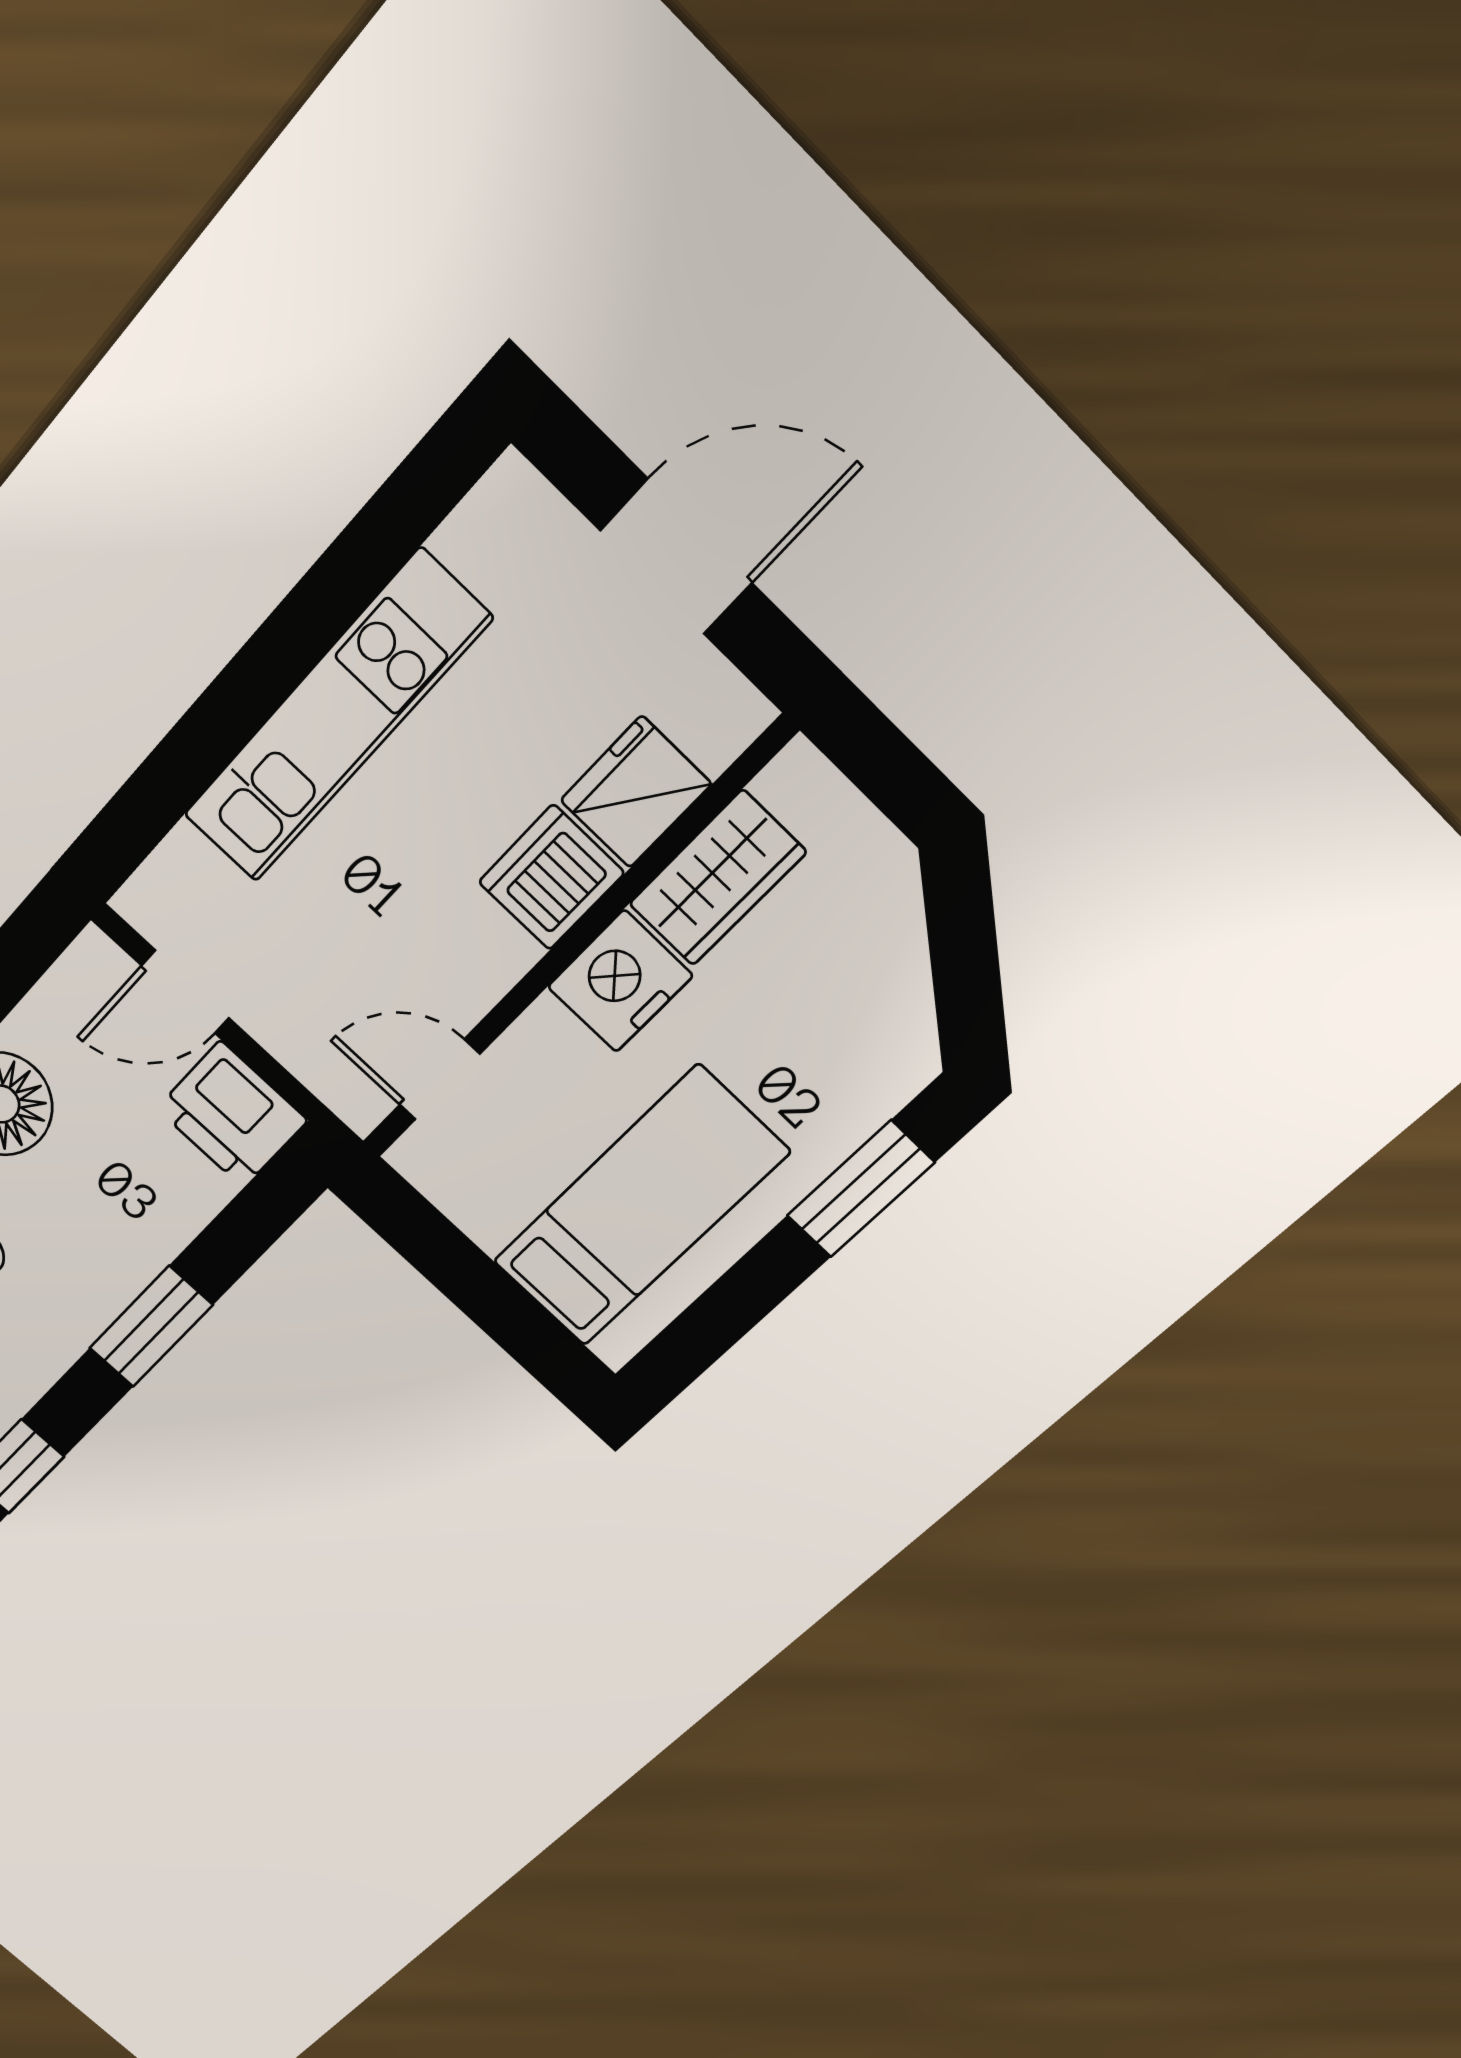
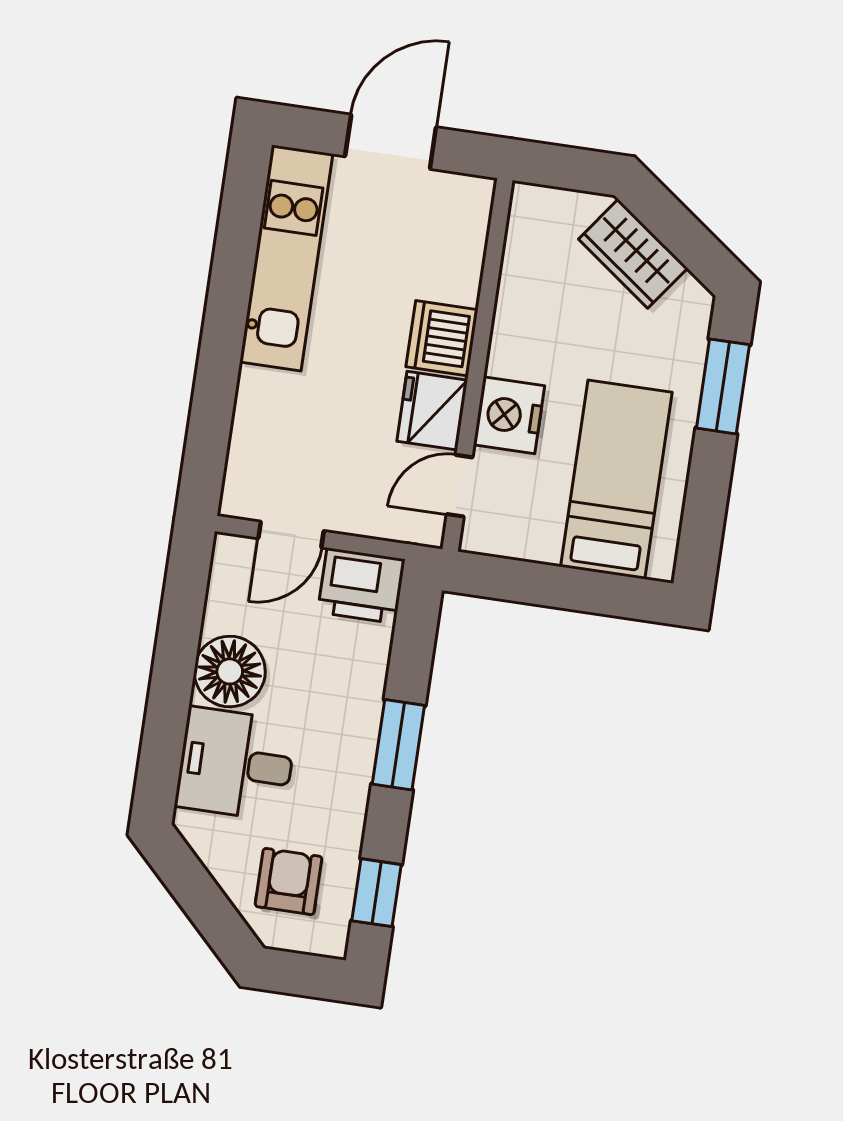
kitchen unit: (336, 718) -> (286, 258), moved
fridge: (636, 792) -> (432, 411), moved
wardrobe: (718, 878) -> (633, 254), moved, turned 127
nightstand: (620, 981) -> (509, 415), moved

